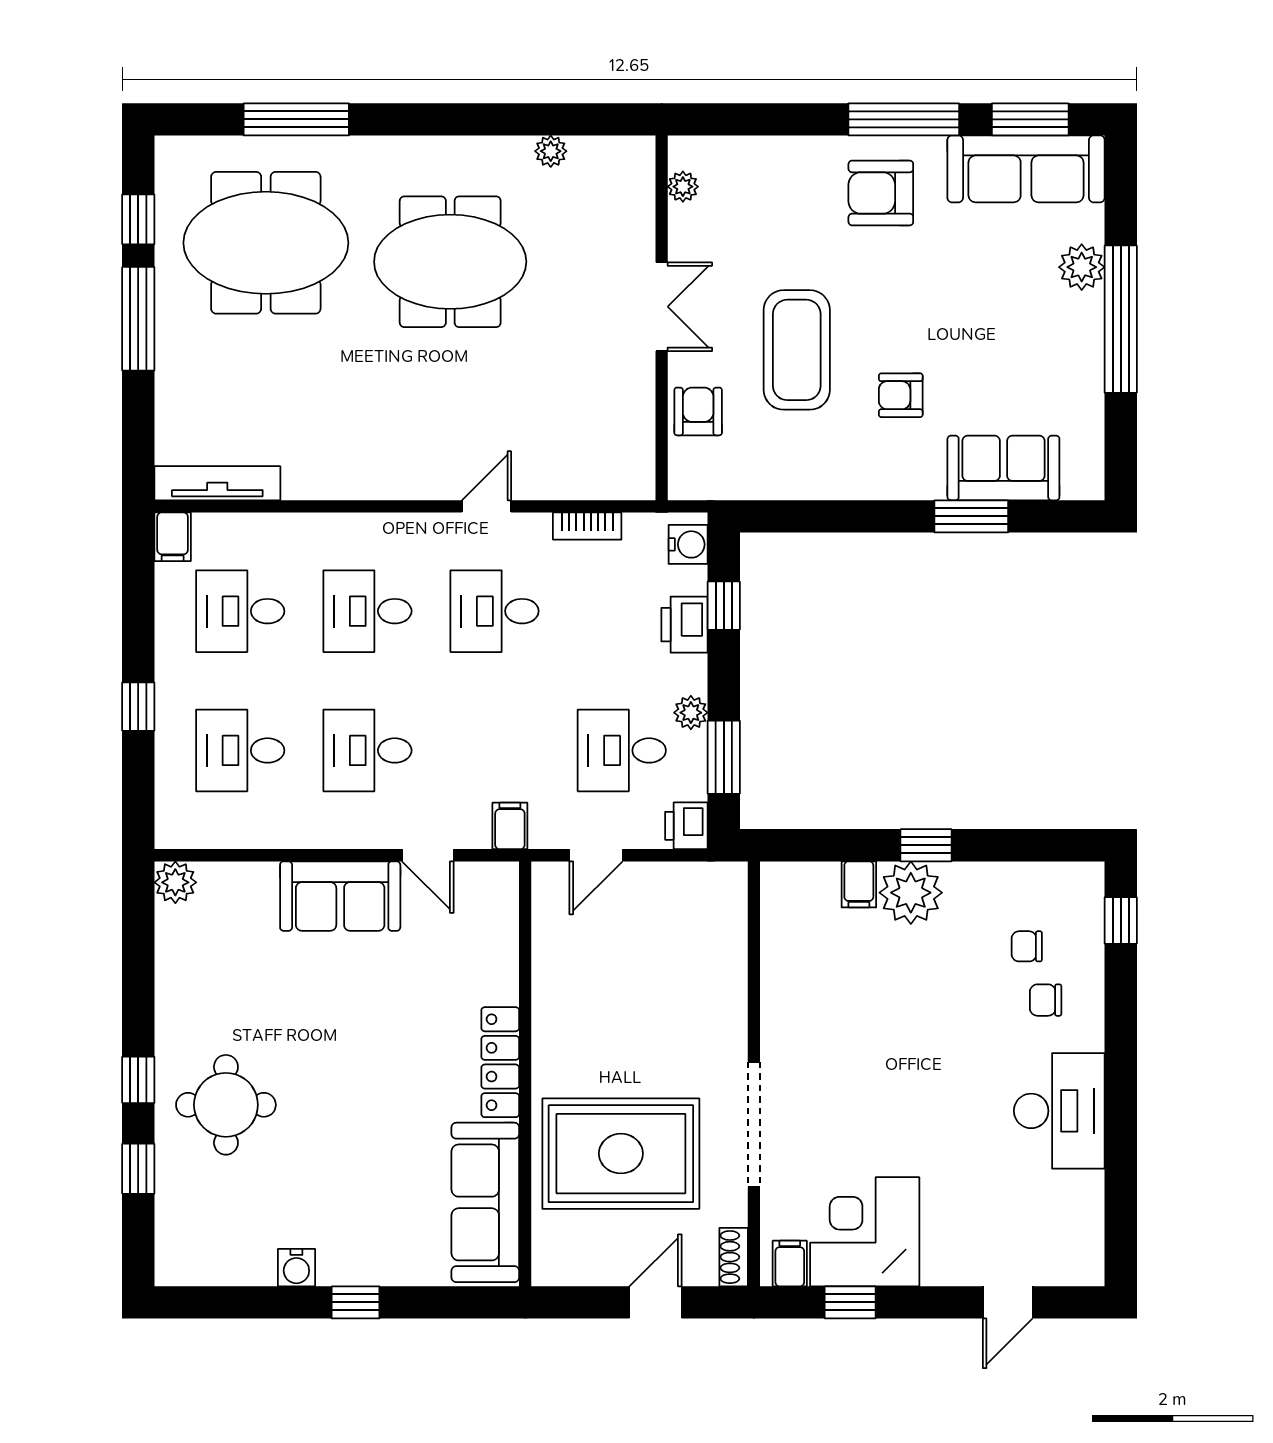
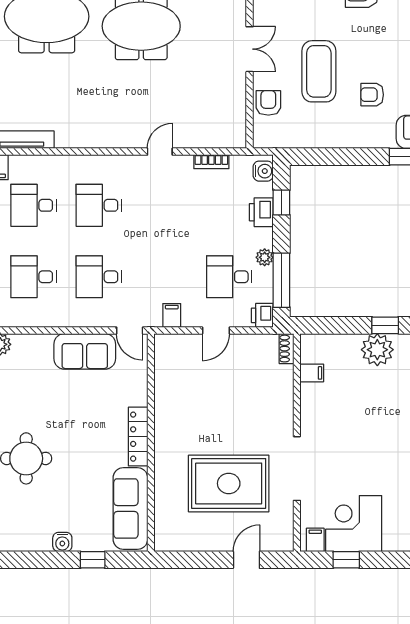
desk: (495, 611) -> (164, 205), removed
window: (724, 757) -> (281, 280), width x1.44
filing cabinet: (859, 884) -> (312, 373), moved, turned -90
locker: (500, 1062) -> (138, 437), moved
wall: (525, 1074) -> (151, 443), moved
sofa: (485, 1202) -> (130, 509), moved
shoe rack: (734, 1257) -> (286, 349), moved

